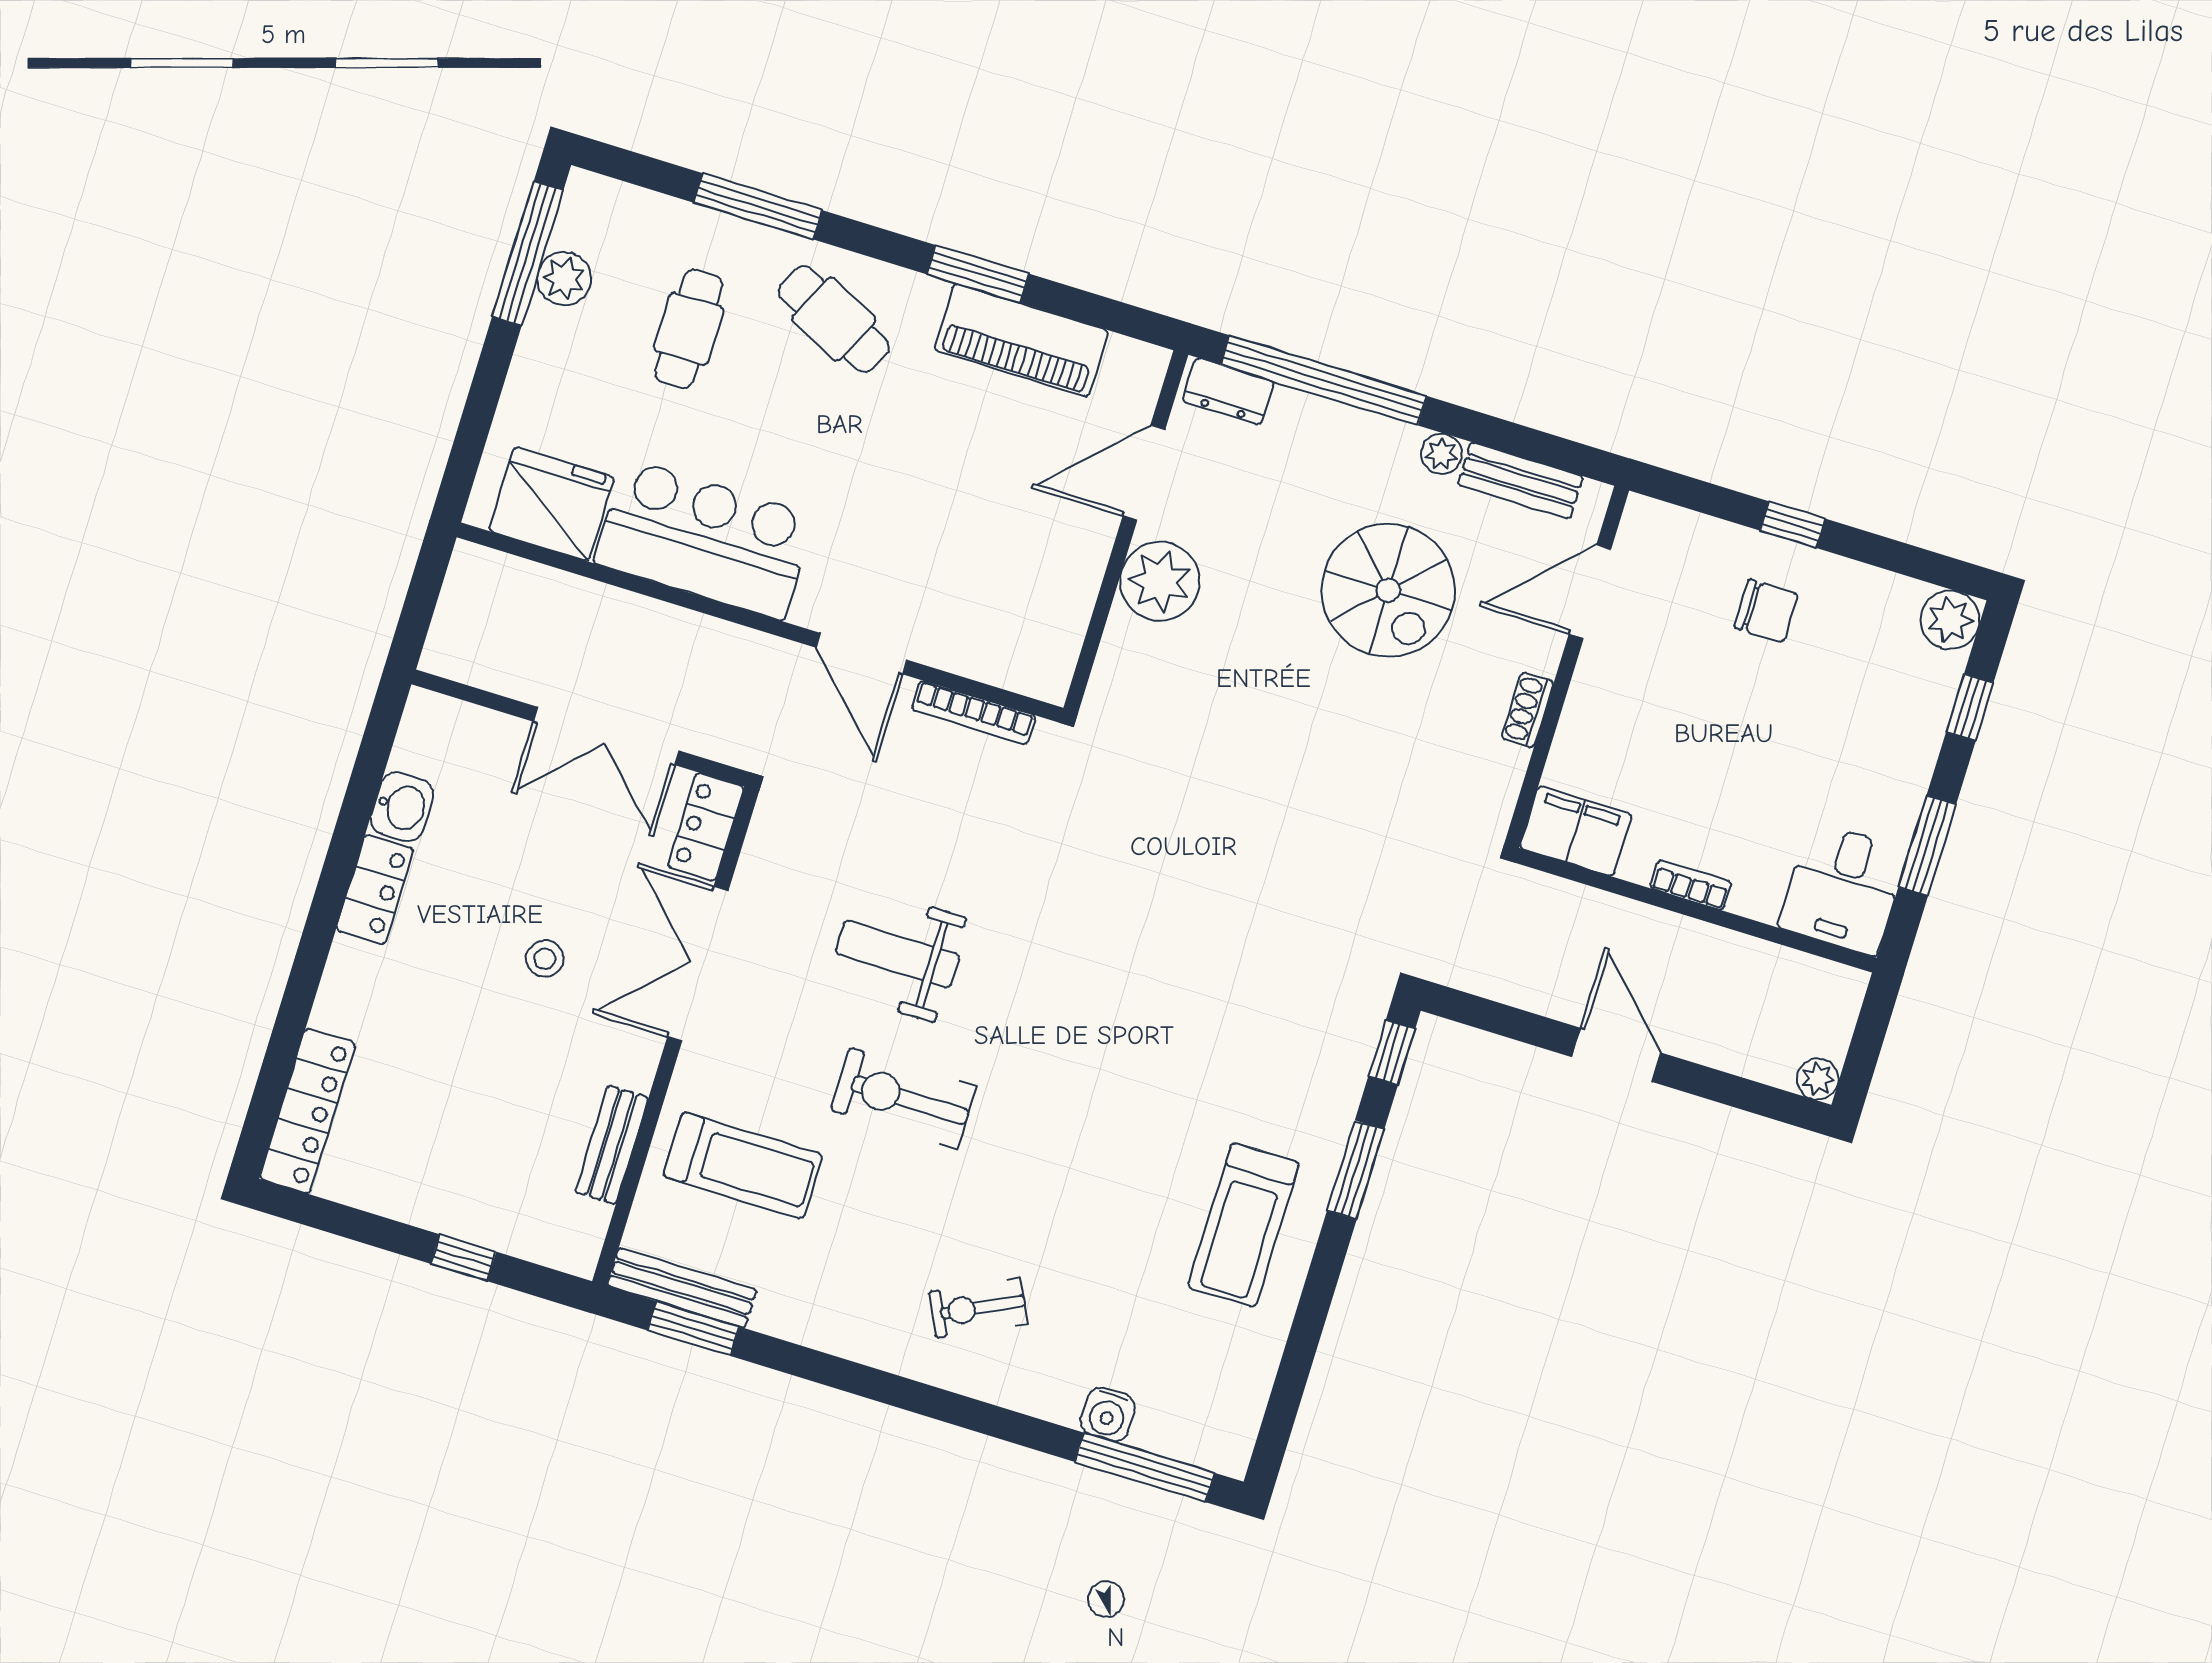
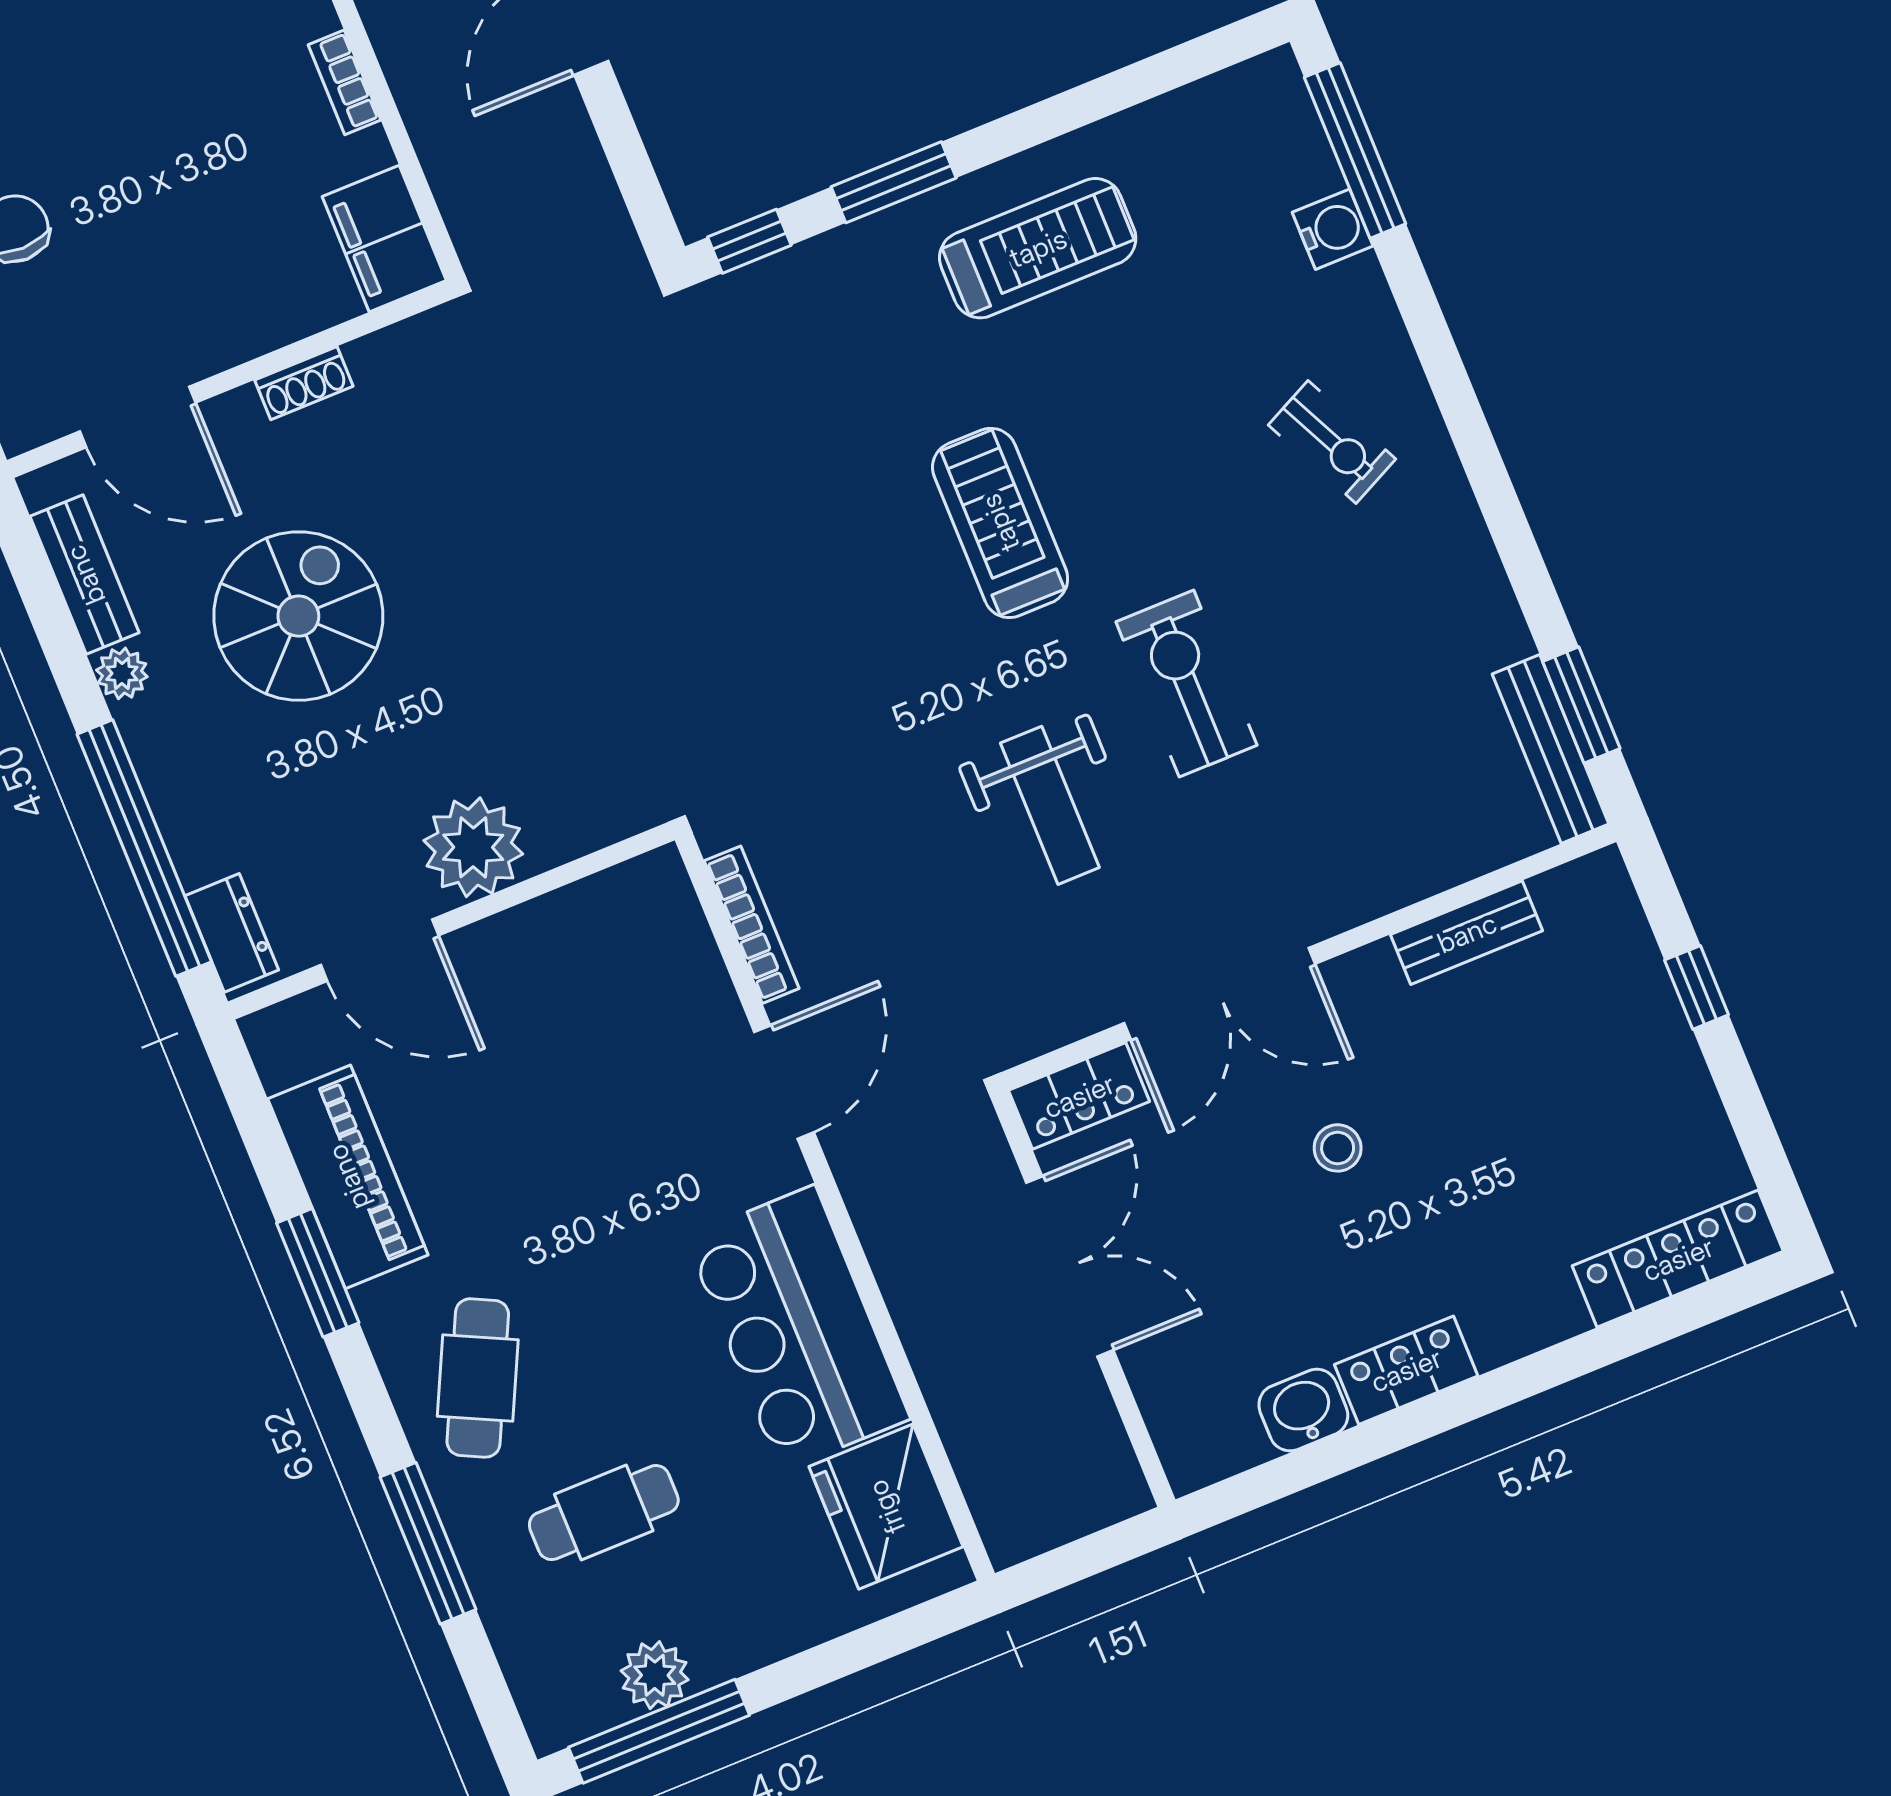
exercise bike: (904, 1098) -> (1186, 684), turned 180
treadmill: (743, 1165) -> (1000, 523), moved

